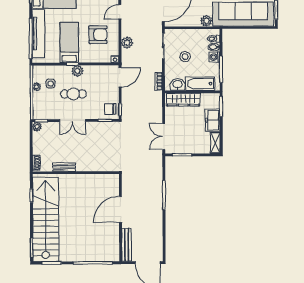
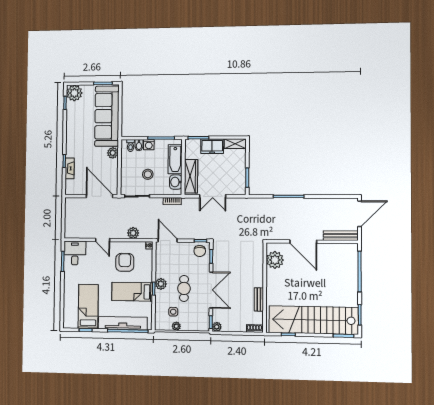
double door: (72, 121) -> (211, 290), width x1.37
double door: (164, 136) -> (213, 196), moved
plant: (102, 182) -> (275, 260), added

